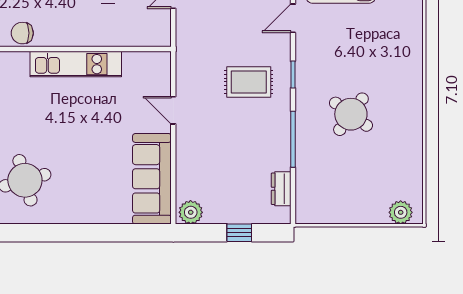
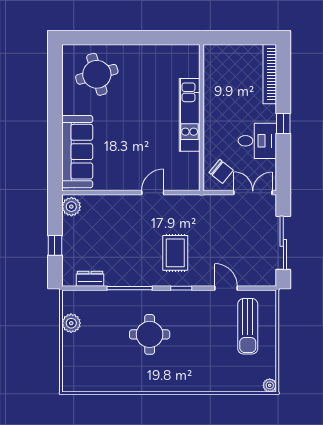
chair: (22, 33) -> (221, 171), moved, turned 129
round table: (351, 114) -> (150, 334), turned -36
sofa: (152, 179) -> (77, 152), moved, turned 90
plant: (401, 212) -> (71, 323), moved

